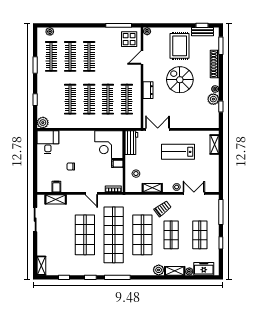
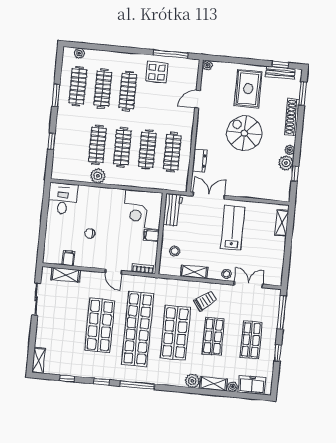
display table: (129, 39) -> (157, 72), moved
dresser: (148, 90) -> (199, 161), moved
plant: (43, 123) -> (98, 176), moved
lab bench: (178, 152) -> (233, 228), turned 90

